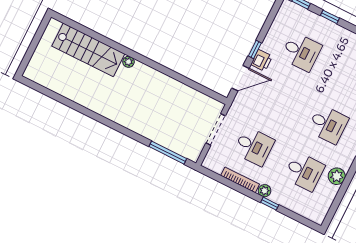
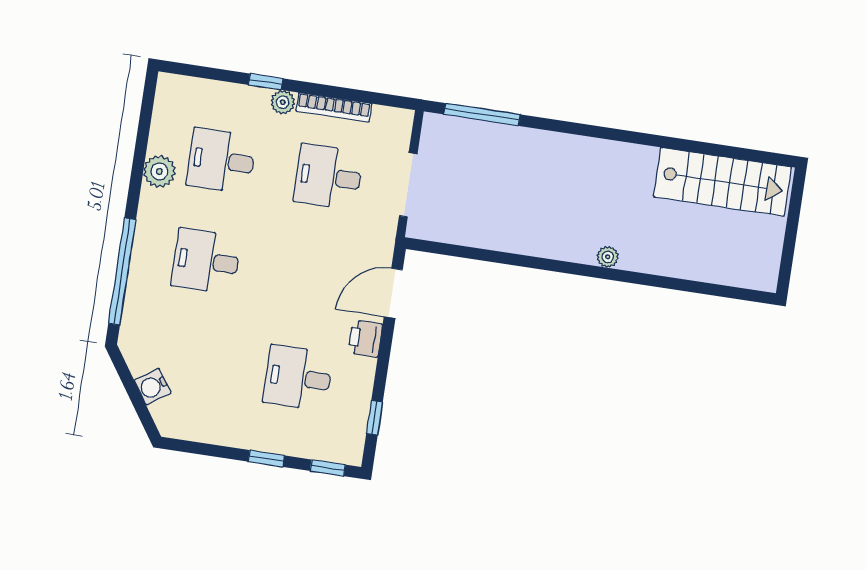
stairs: (88, 50) -> (722, 182), moved, turned 180
window: (255, 50) -> (374, 418), moved

